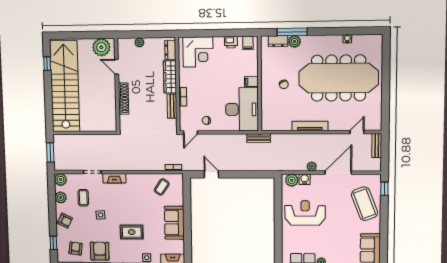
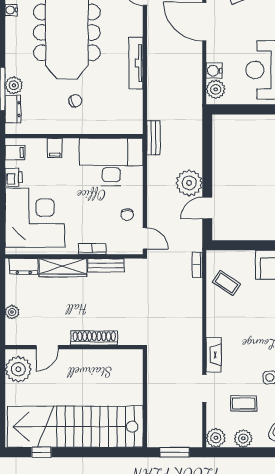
corner desk: (198, 52) -> (35, 218), width x1.36, depth x1.36
filing cabinet: (251, 82) -> (55, 148), moved
plant: (312, 166) -> (189, 183), moved, width x1.87, depth x1.87

